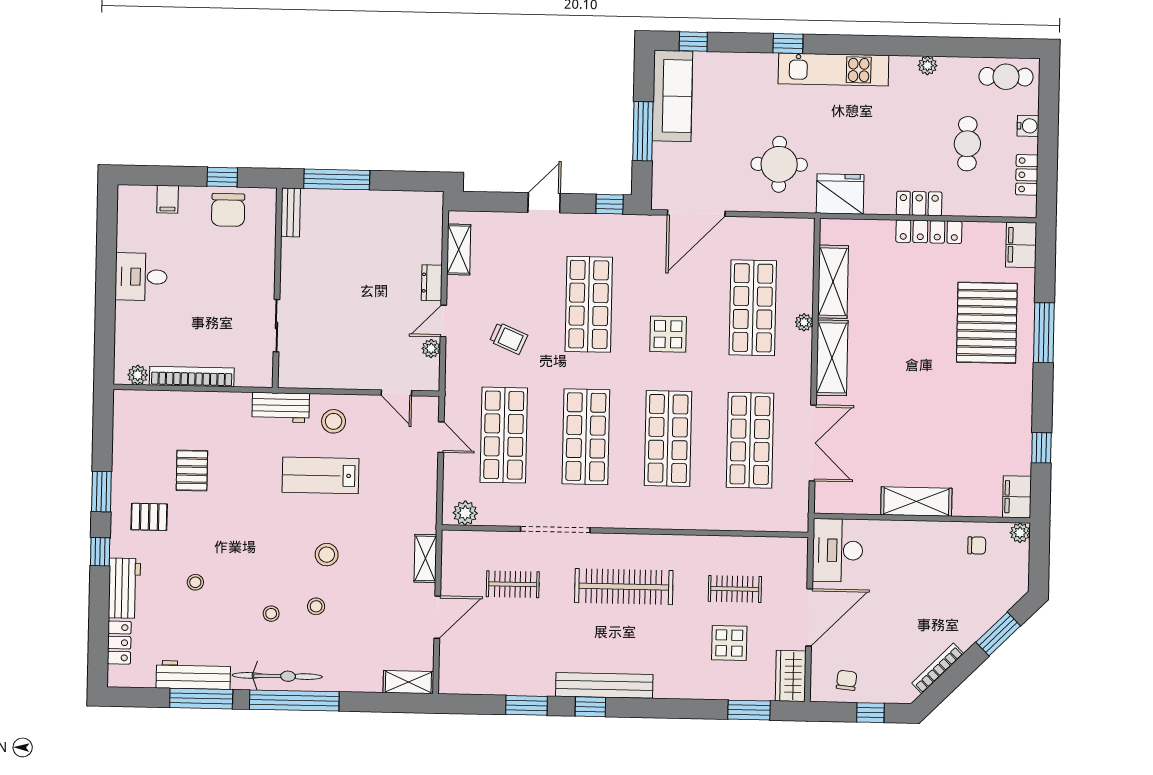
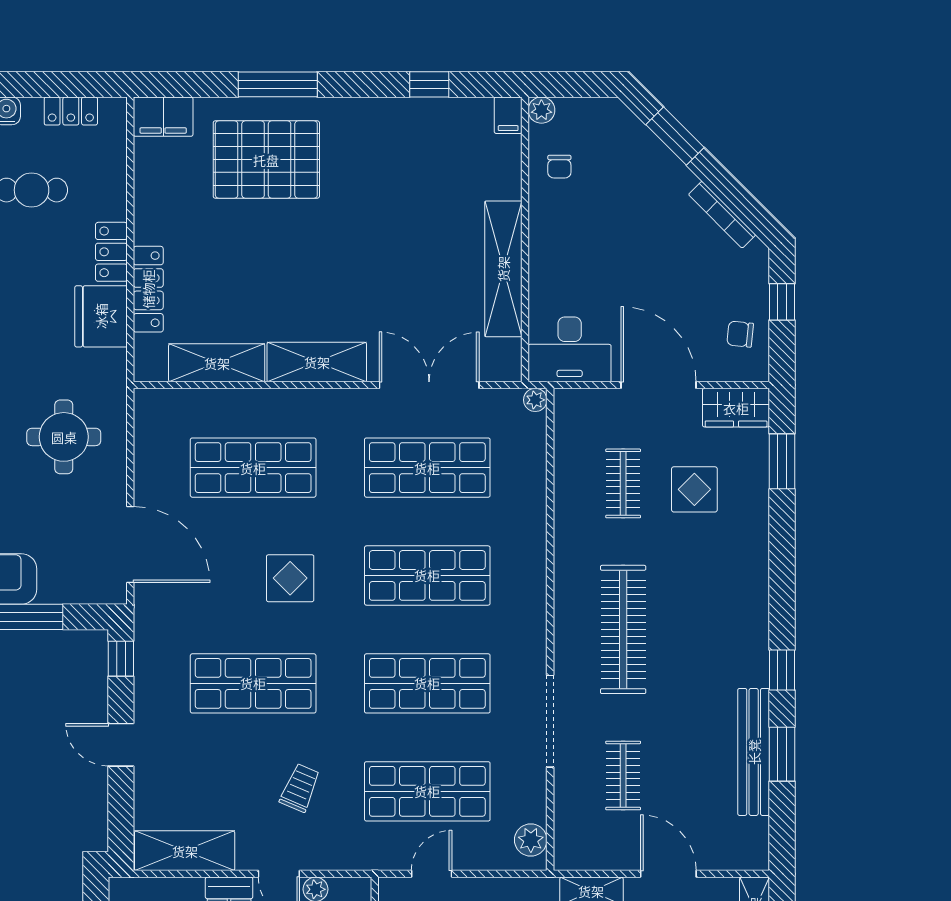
fridge: (840, 194) -> (101, 316), moved
locker: (929, 232) -> (148, 289), moved
shelving: (459, 249) -> (185, 851), width x1.50, depth x1.33
plant: (804, 322) -> (535, 400), moved
filing cabinet: (1017, 497) -> (508, 115), width x0.50
shelving: (916, 502) -> (503, 269), width x1.47
chair: (977, 545) -> (559, 167), turned 180
bench: (604, 685) -> (754, 752), moved

